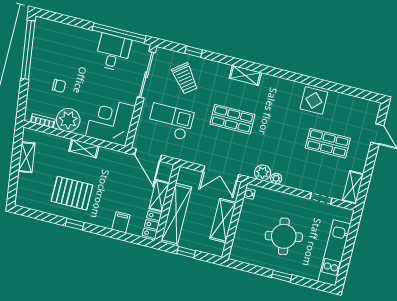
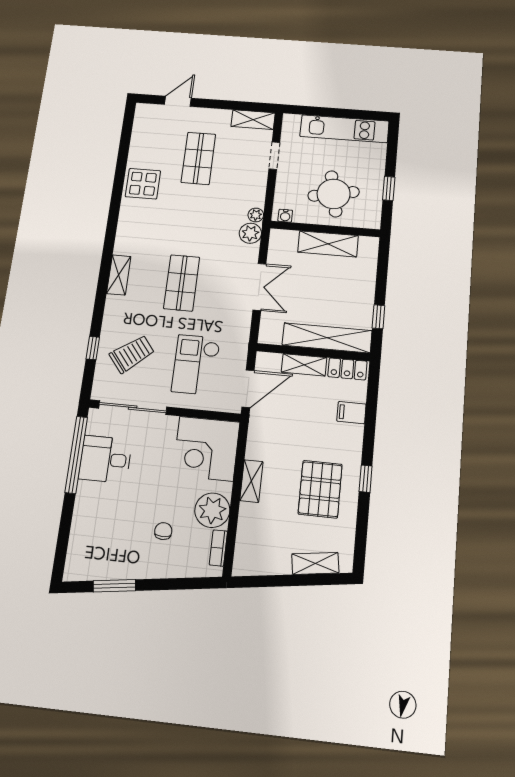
window: (28, 50) -> (114, 586), width x0.47
shelving: (27, 157) -> (315, 563), moved
water cooler: (249, 194) -> (285, 216), moved
shelving: (223, 220) -> (328, 244), moved
wall: (235, 220) -> (325, 229), moved

